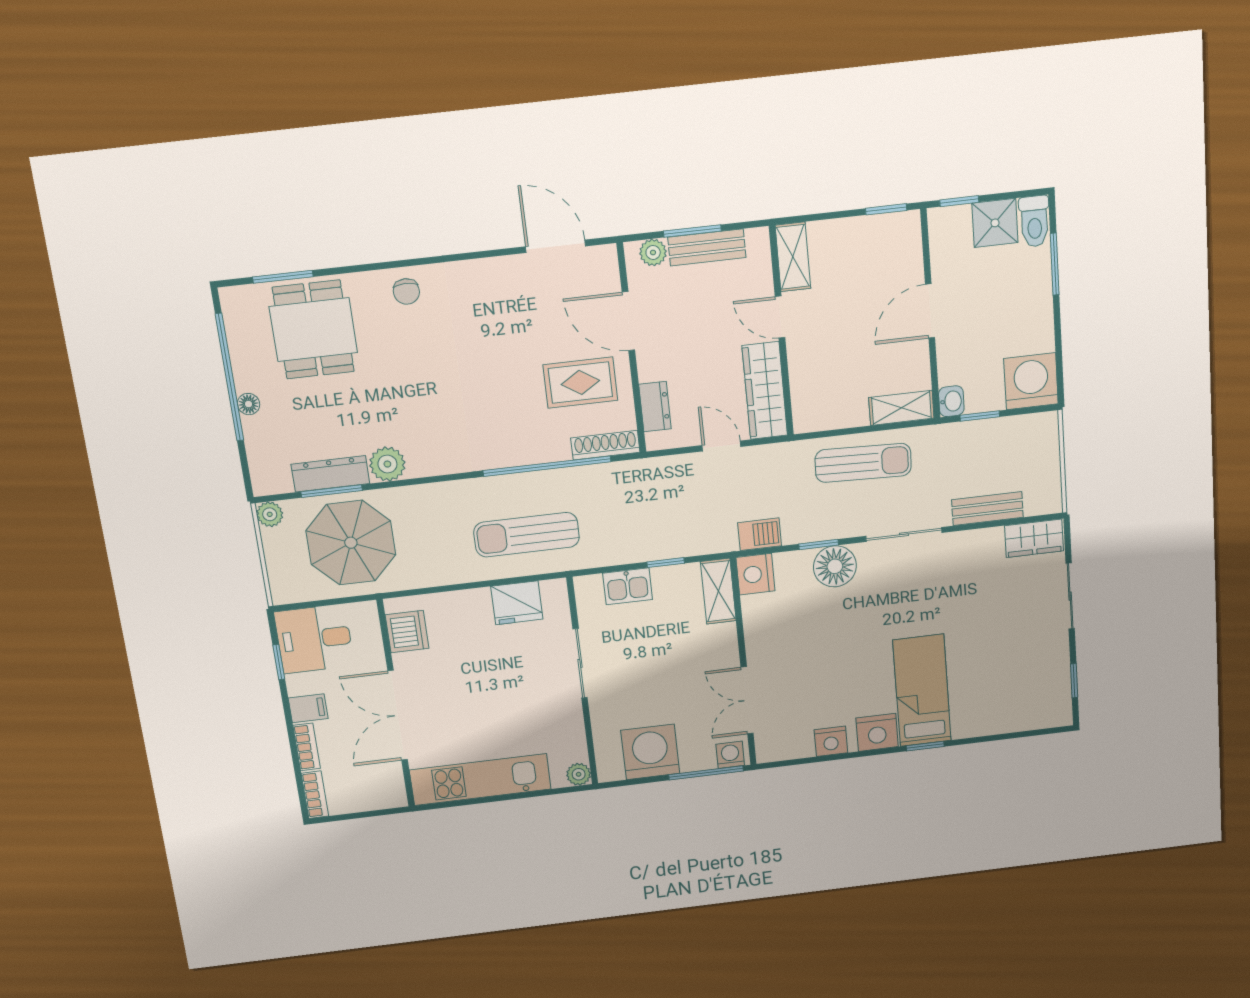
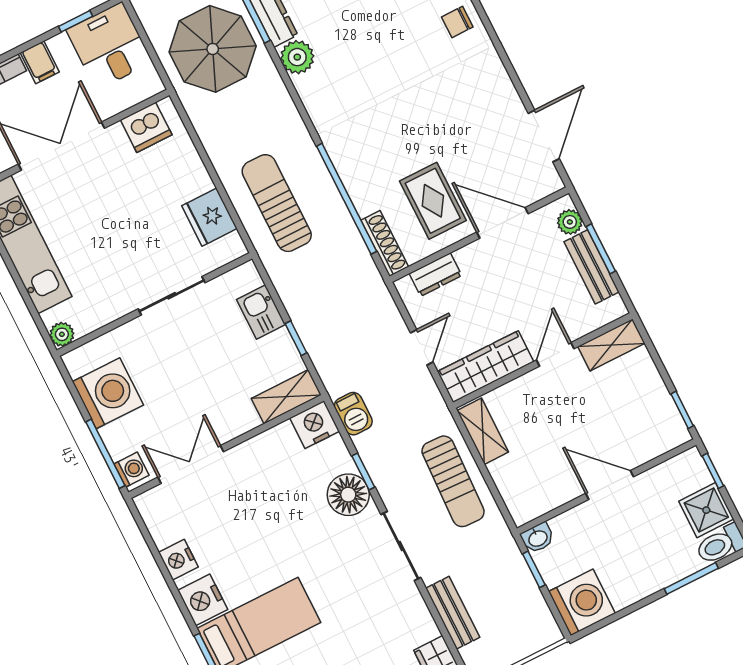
door: (628, 321) -> (502, 223), hinge flipped
shelving: (901, 408) -> (483, 431), moved

